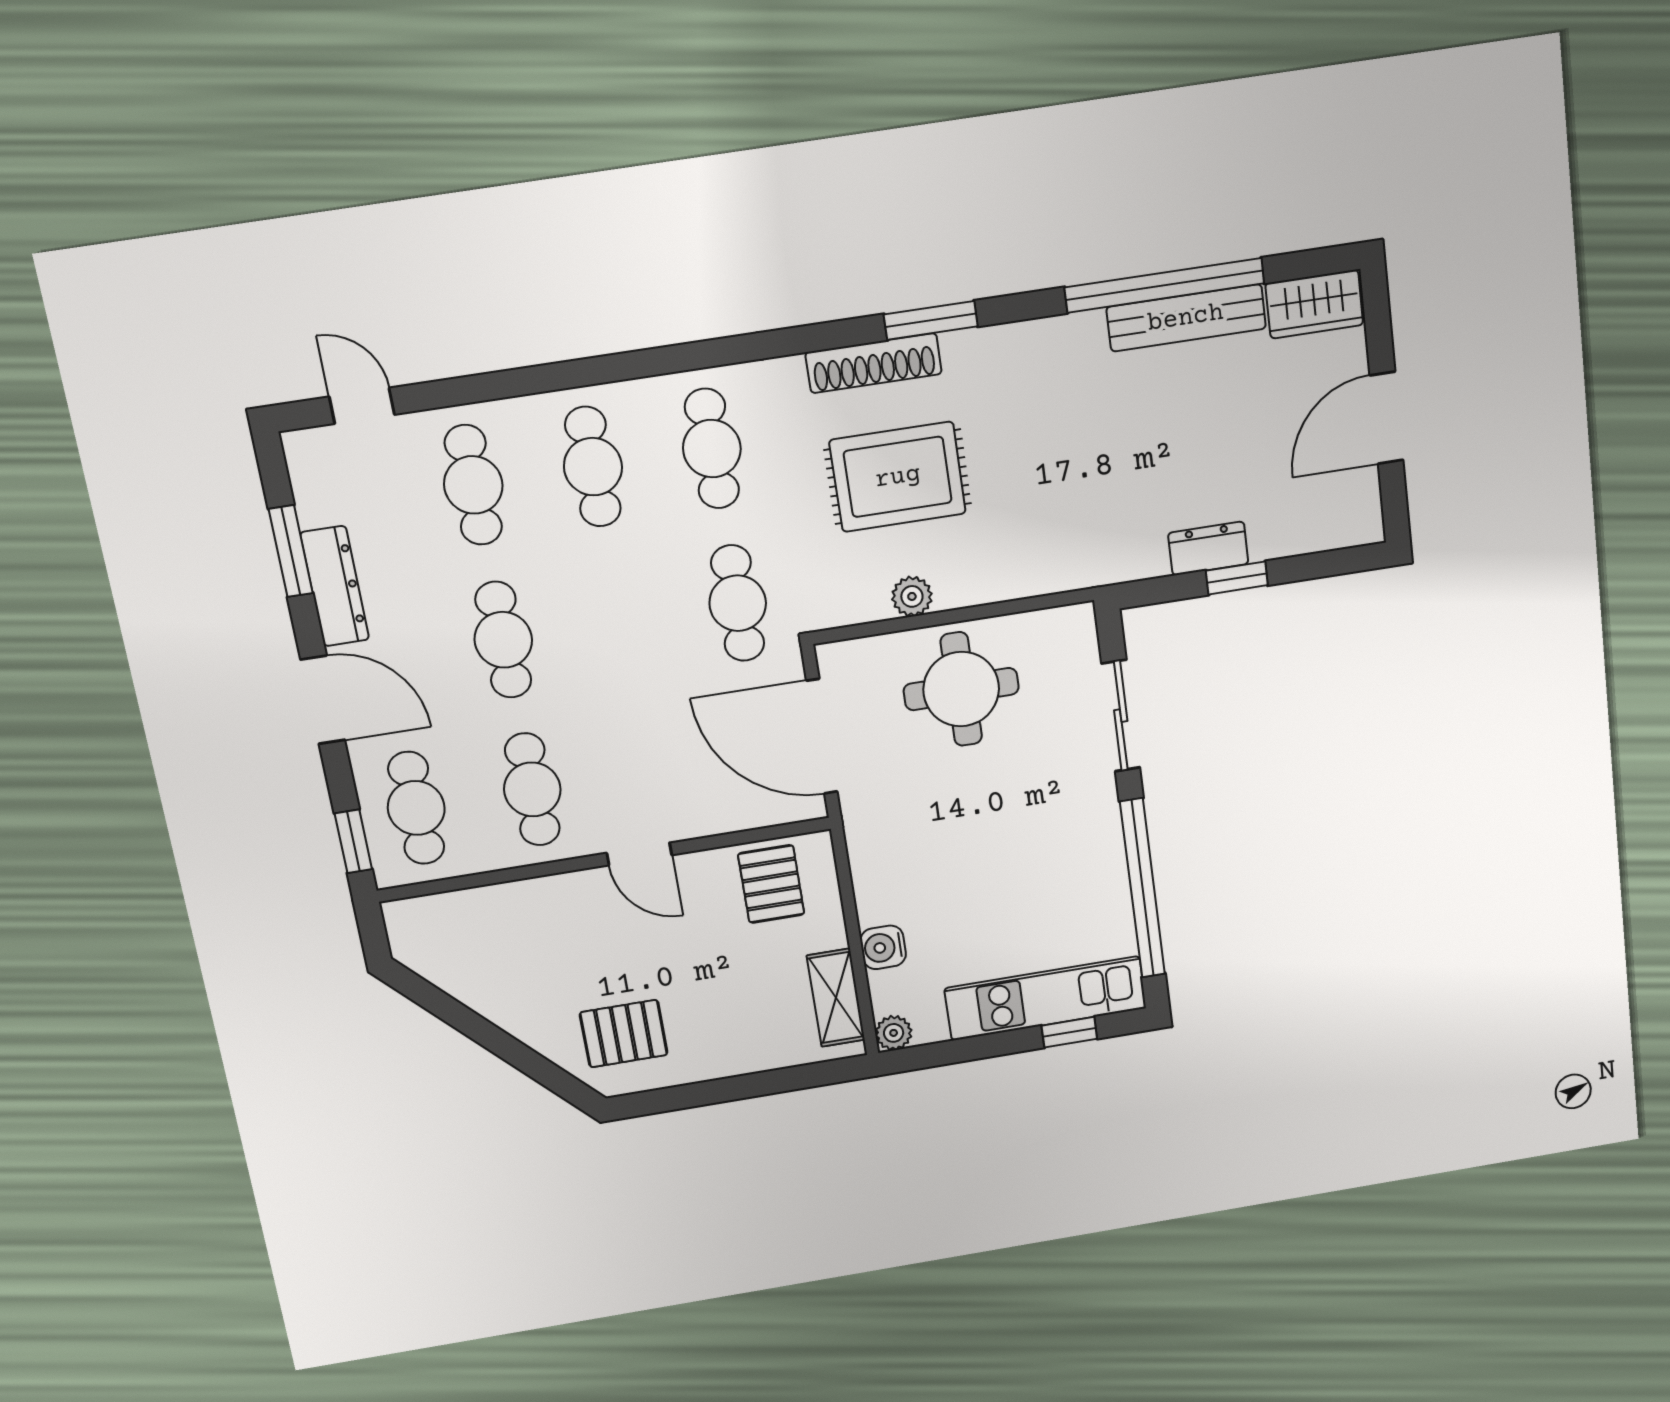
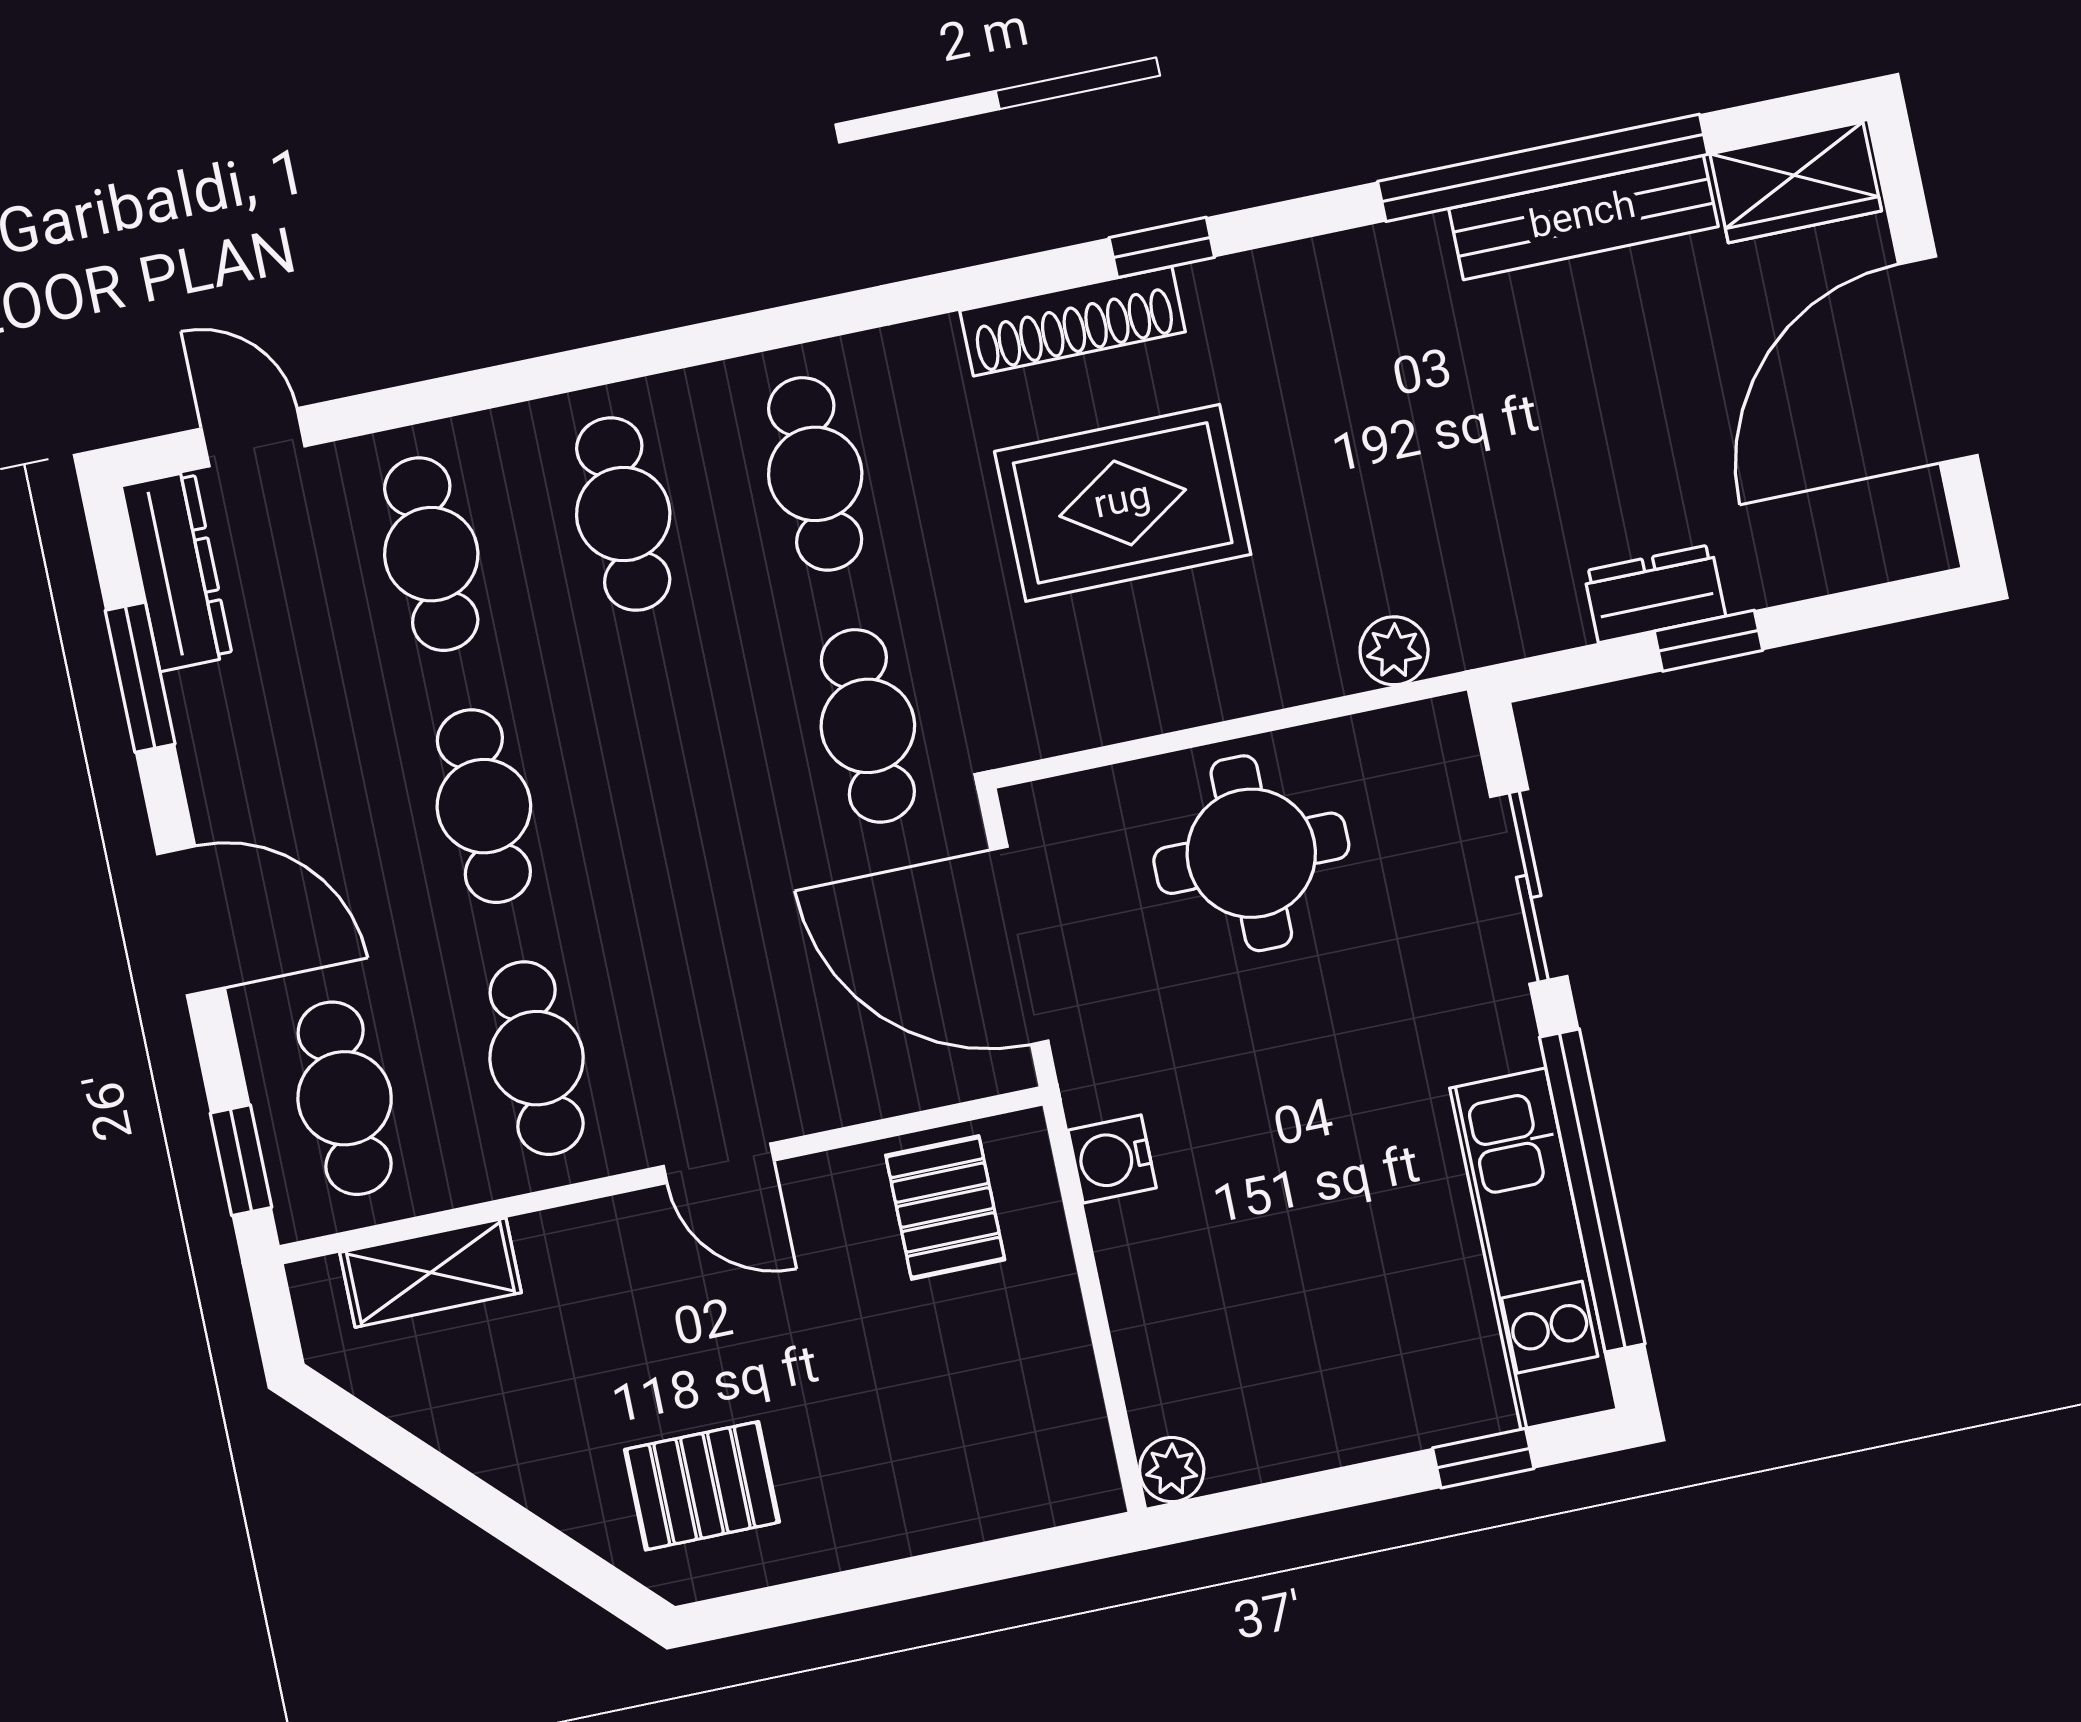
window: (931, 320) -> (1162, 247), width x0.67
door: (1387, 418) -> (1938, 360), width x1.36
dresser: (335, 586) -> (177, 571), moved
plant: (912, 596) -> (1394, 651), moved
water cooler: (883, 947) -> (1112, 1159), moved
shelving: (836, 998) -> (430, 1273), moved, turned 90
kitchen unit: (1046, 998) -> (1533, 1249), moved, turned -90

